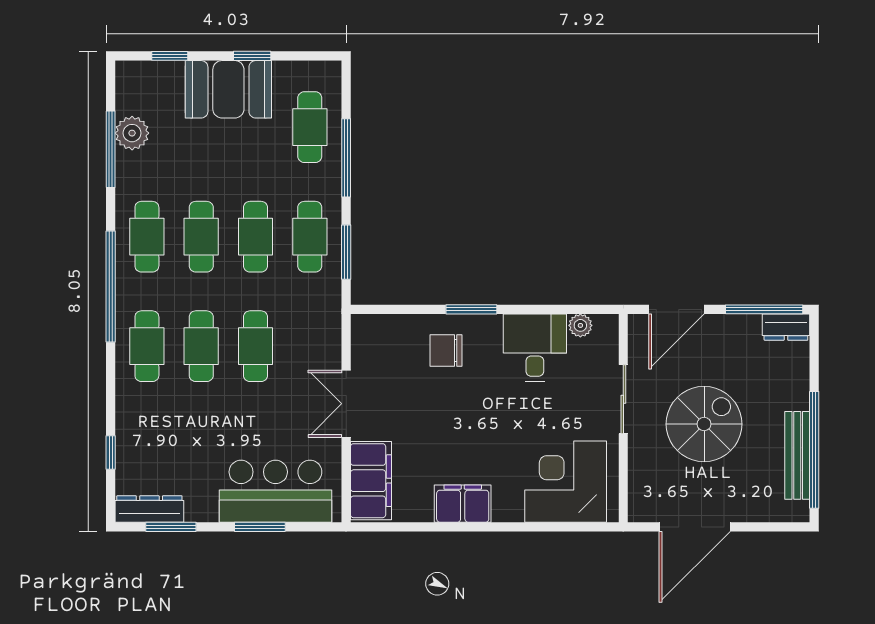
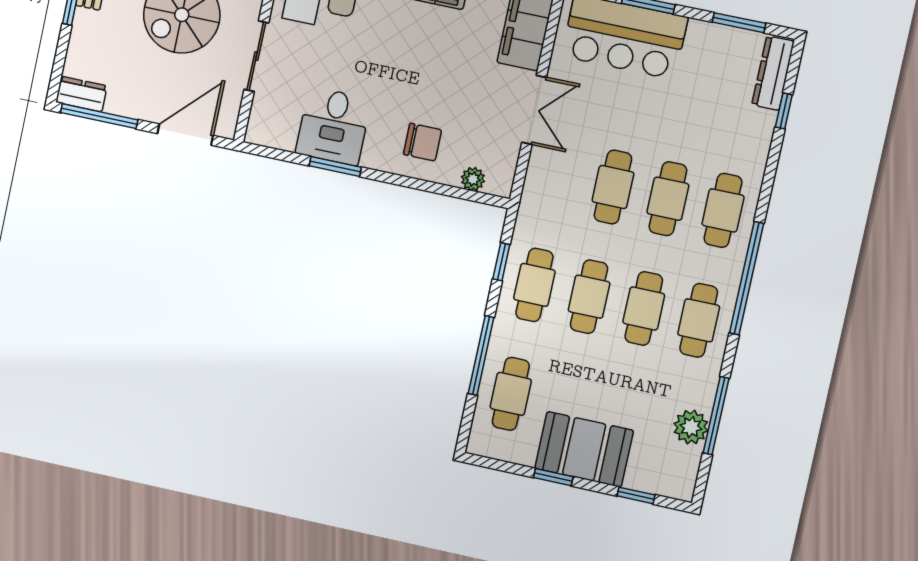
window: (346, 252) -> (501, 262), width x0.67
window: (471, 309) -> (335, 167), moved
plant: (580, 325) -> (473, 179), moved
dresser: (149, 509) -> (773, 73), moved, turned 90

